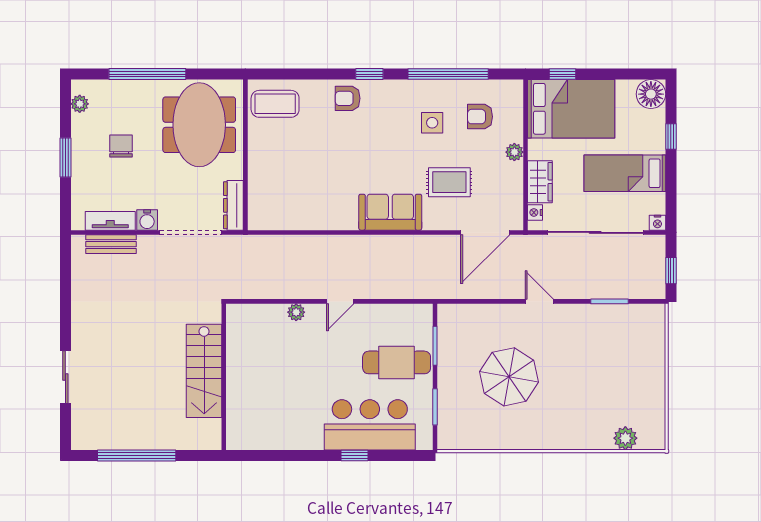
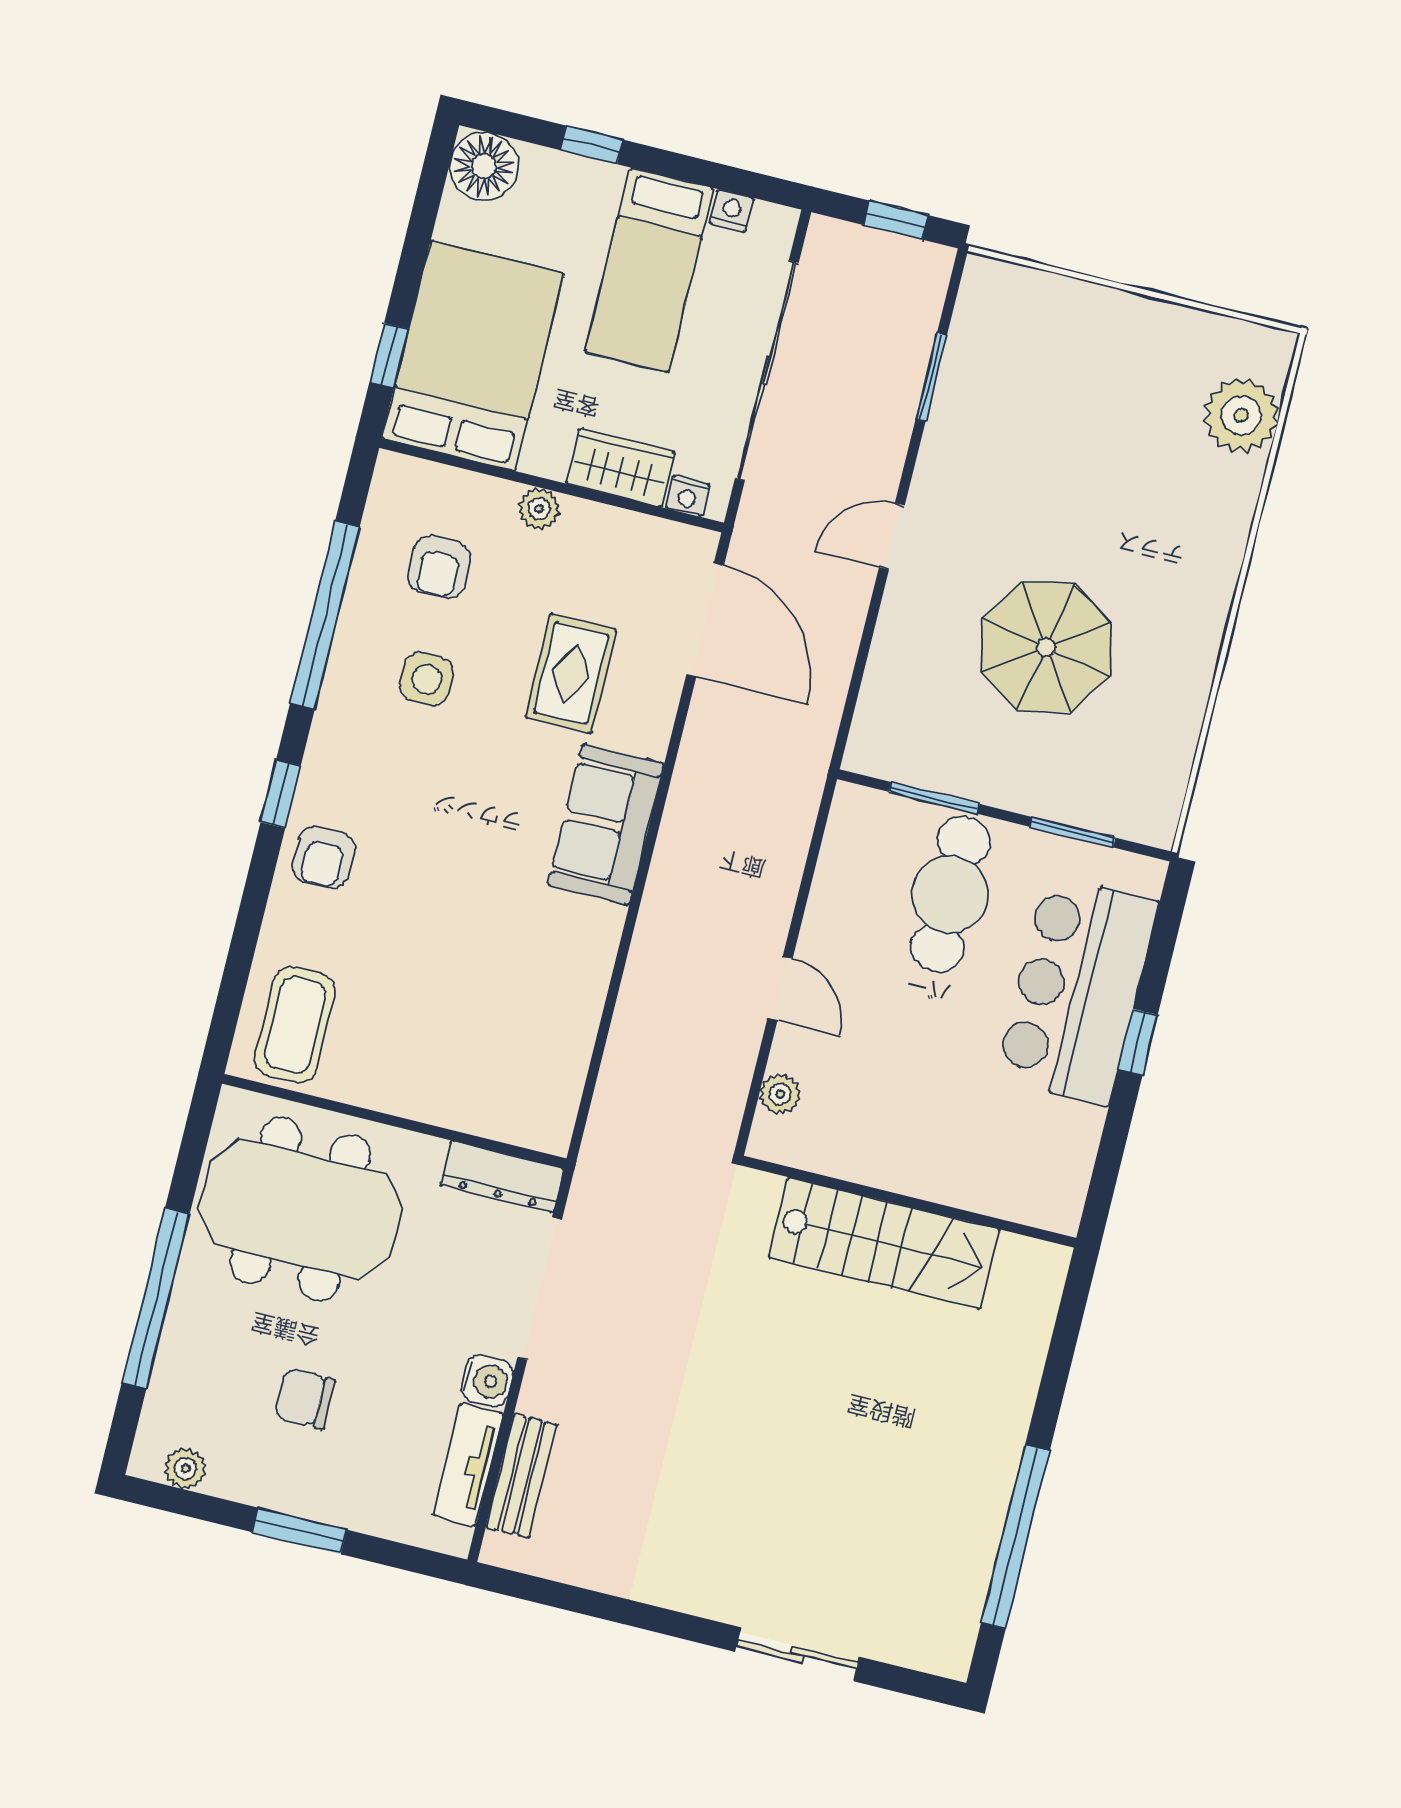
nightstand: (657, 223) -> (732, 211), moved, turned -90
stairs: (204, 371) -> (884, 1243), moved
wall: (224, 377) -> (909, 1202), moved
plant: (625, 438) -> (1241, 415), width x1.36, depth x1.36

